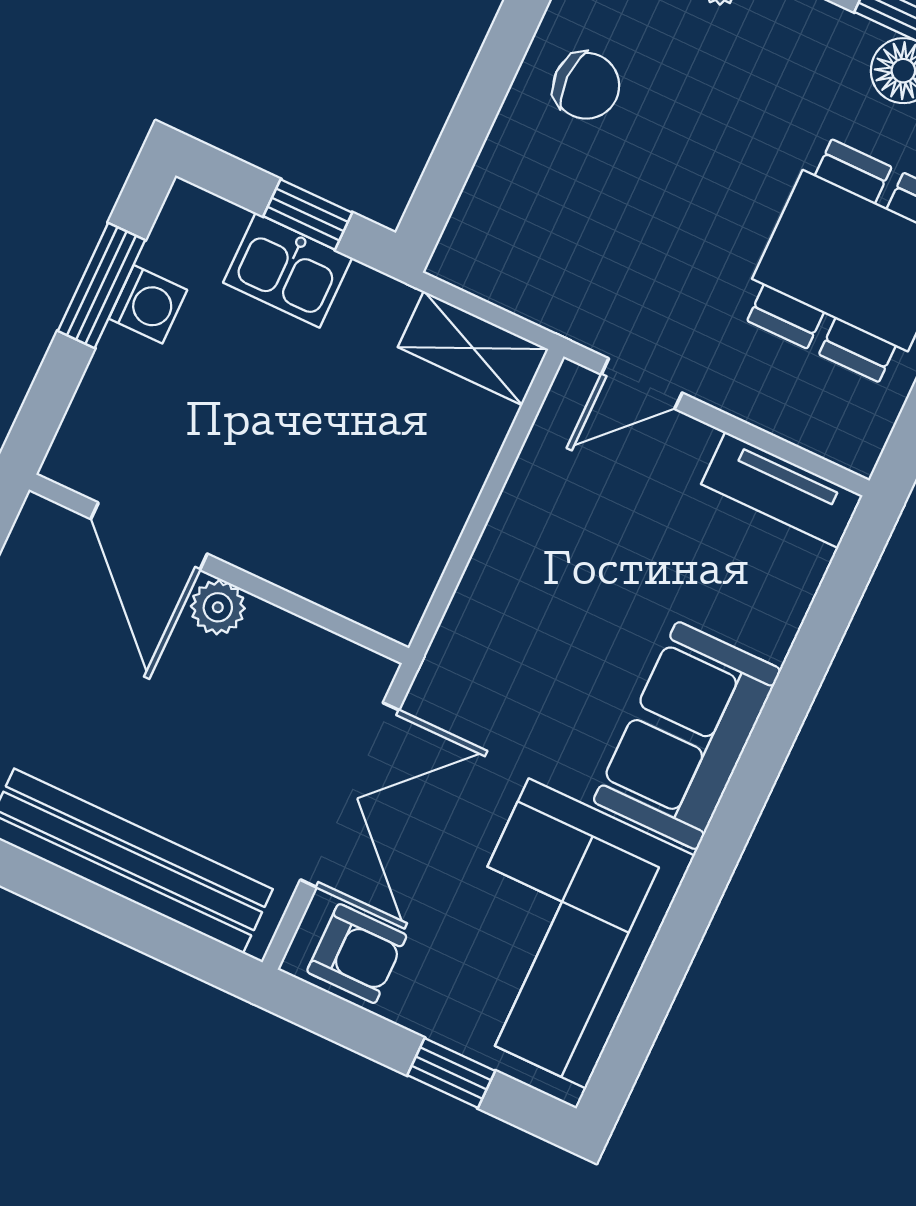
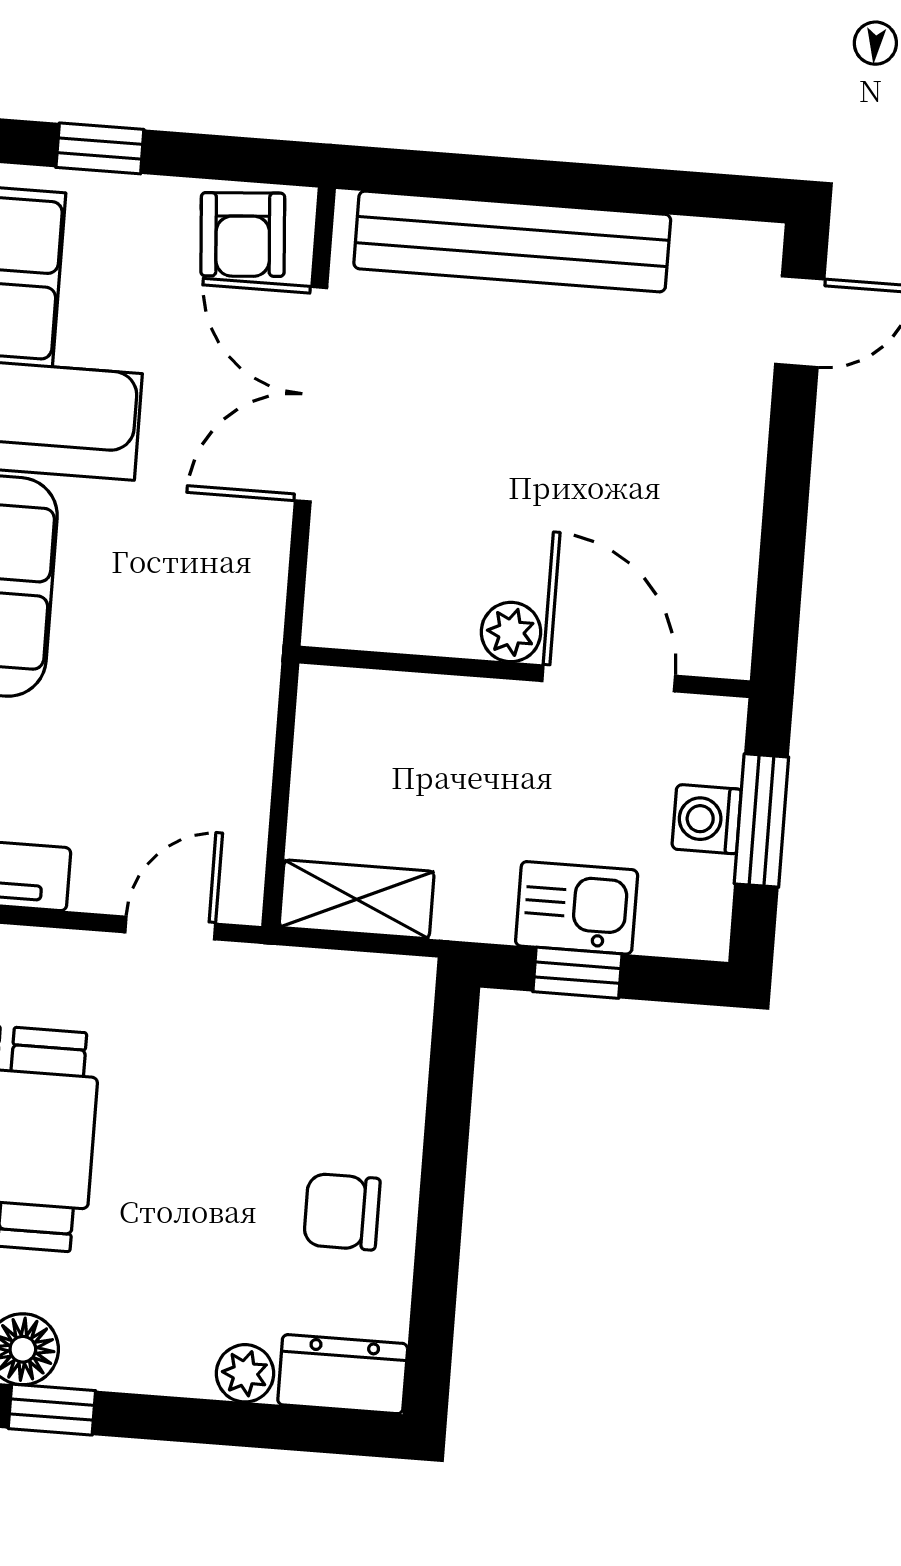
door: (149, 536) -> (609, 678), moved
wall: (219, 569) -> (525, 672), moved
plant: (218, 607) -> (511, 632), moved
armchair: (357, 954) -> (243, 234), turned -94

